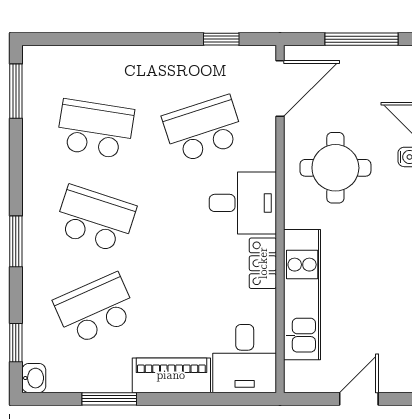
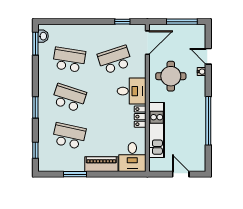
school desk: (95, 309) -> (69, 136), turned 36
washbasin: (34, 378) -> (43, 36), moved
door: (359, 399) -> (181, 174), hinge flipped

